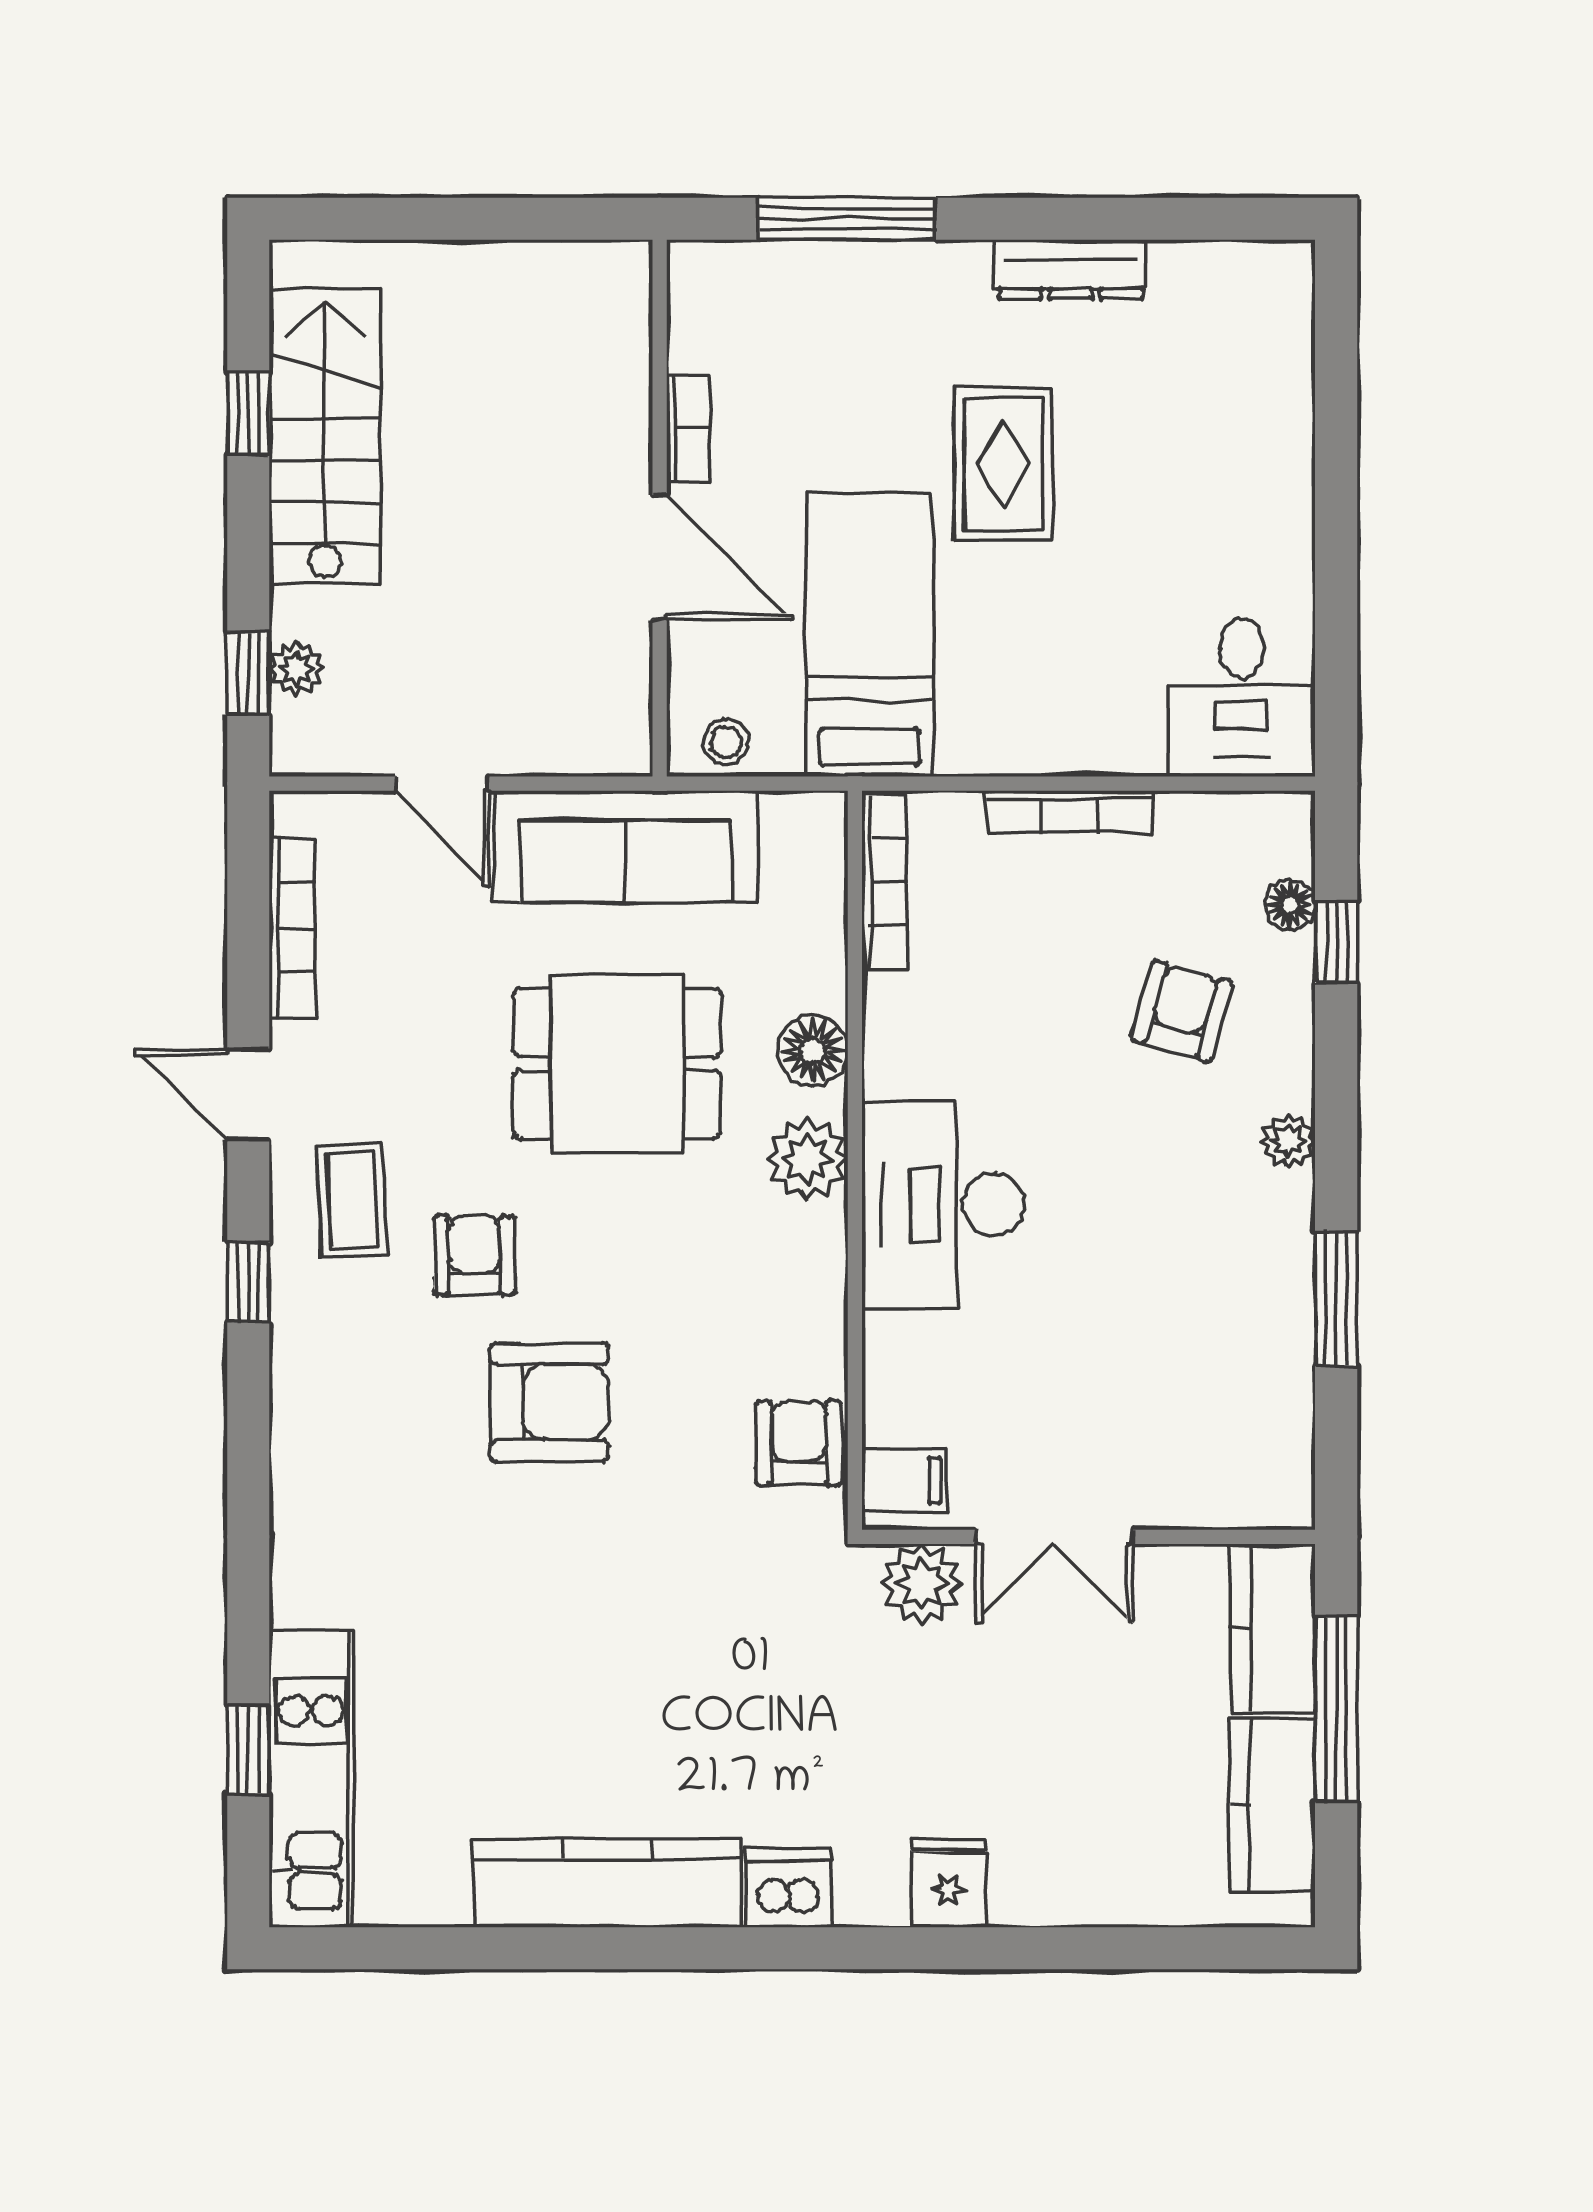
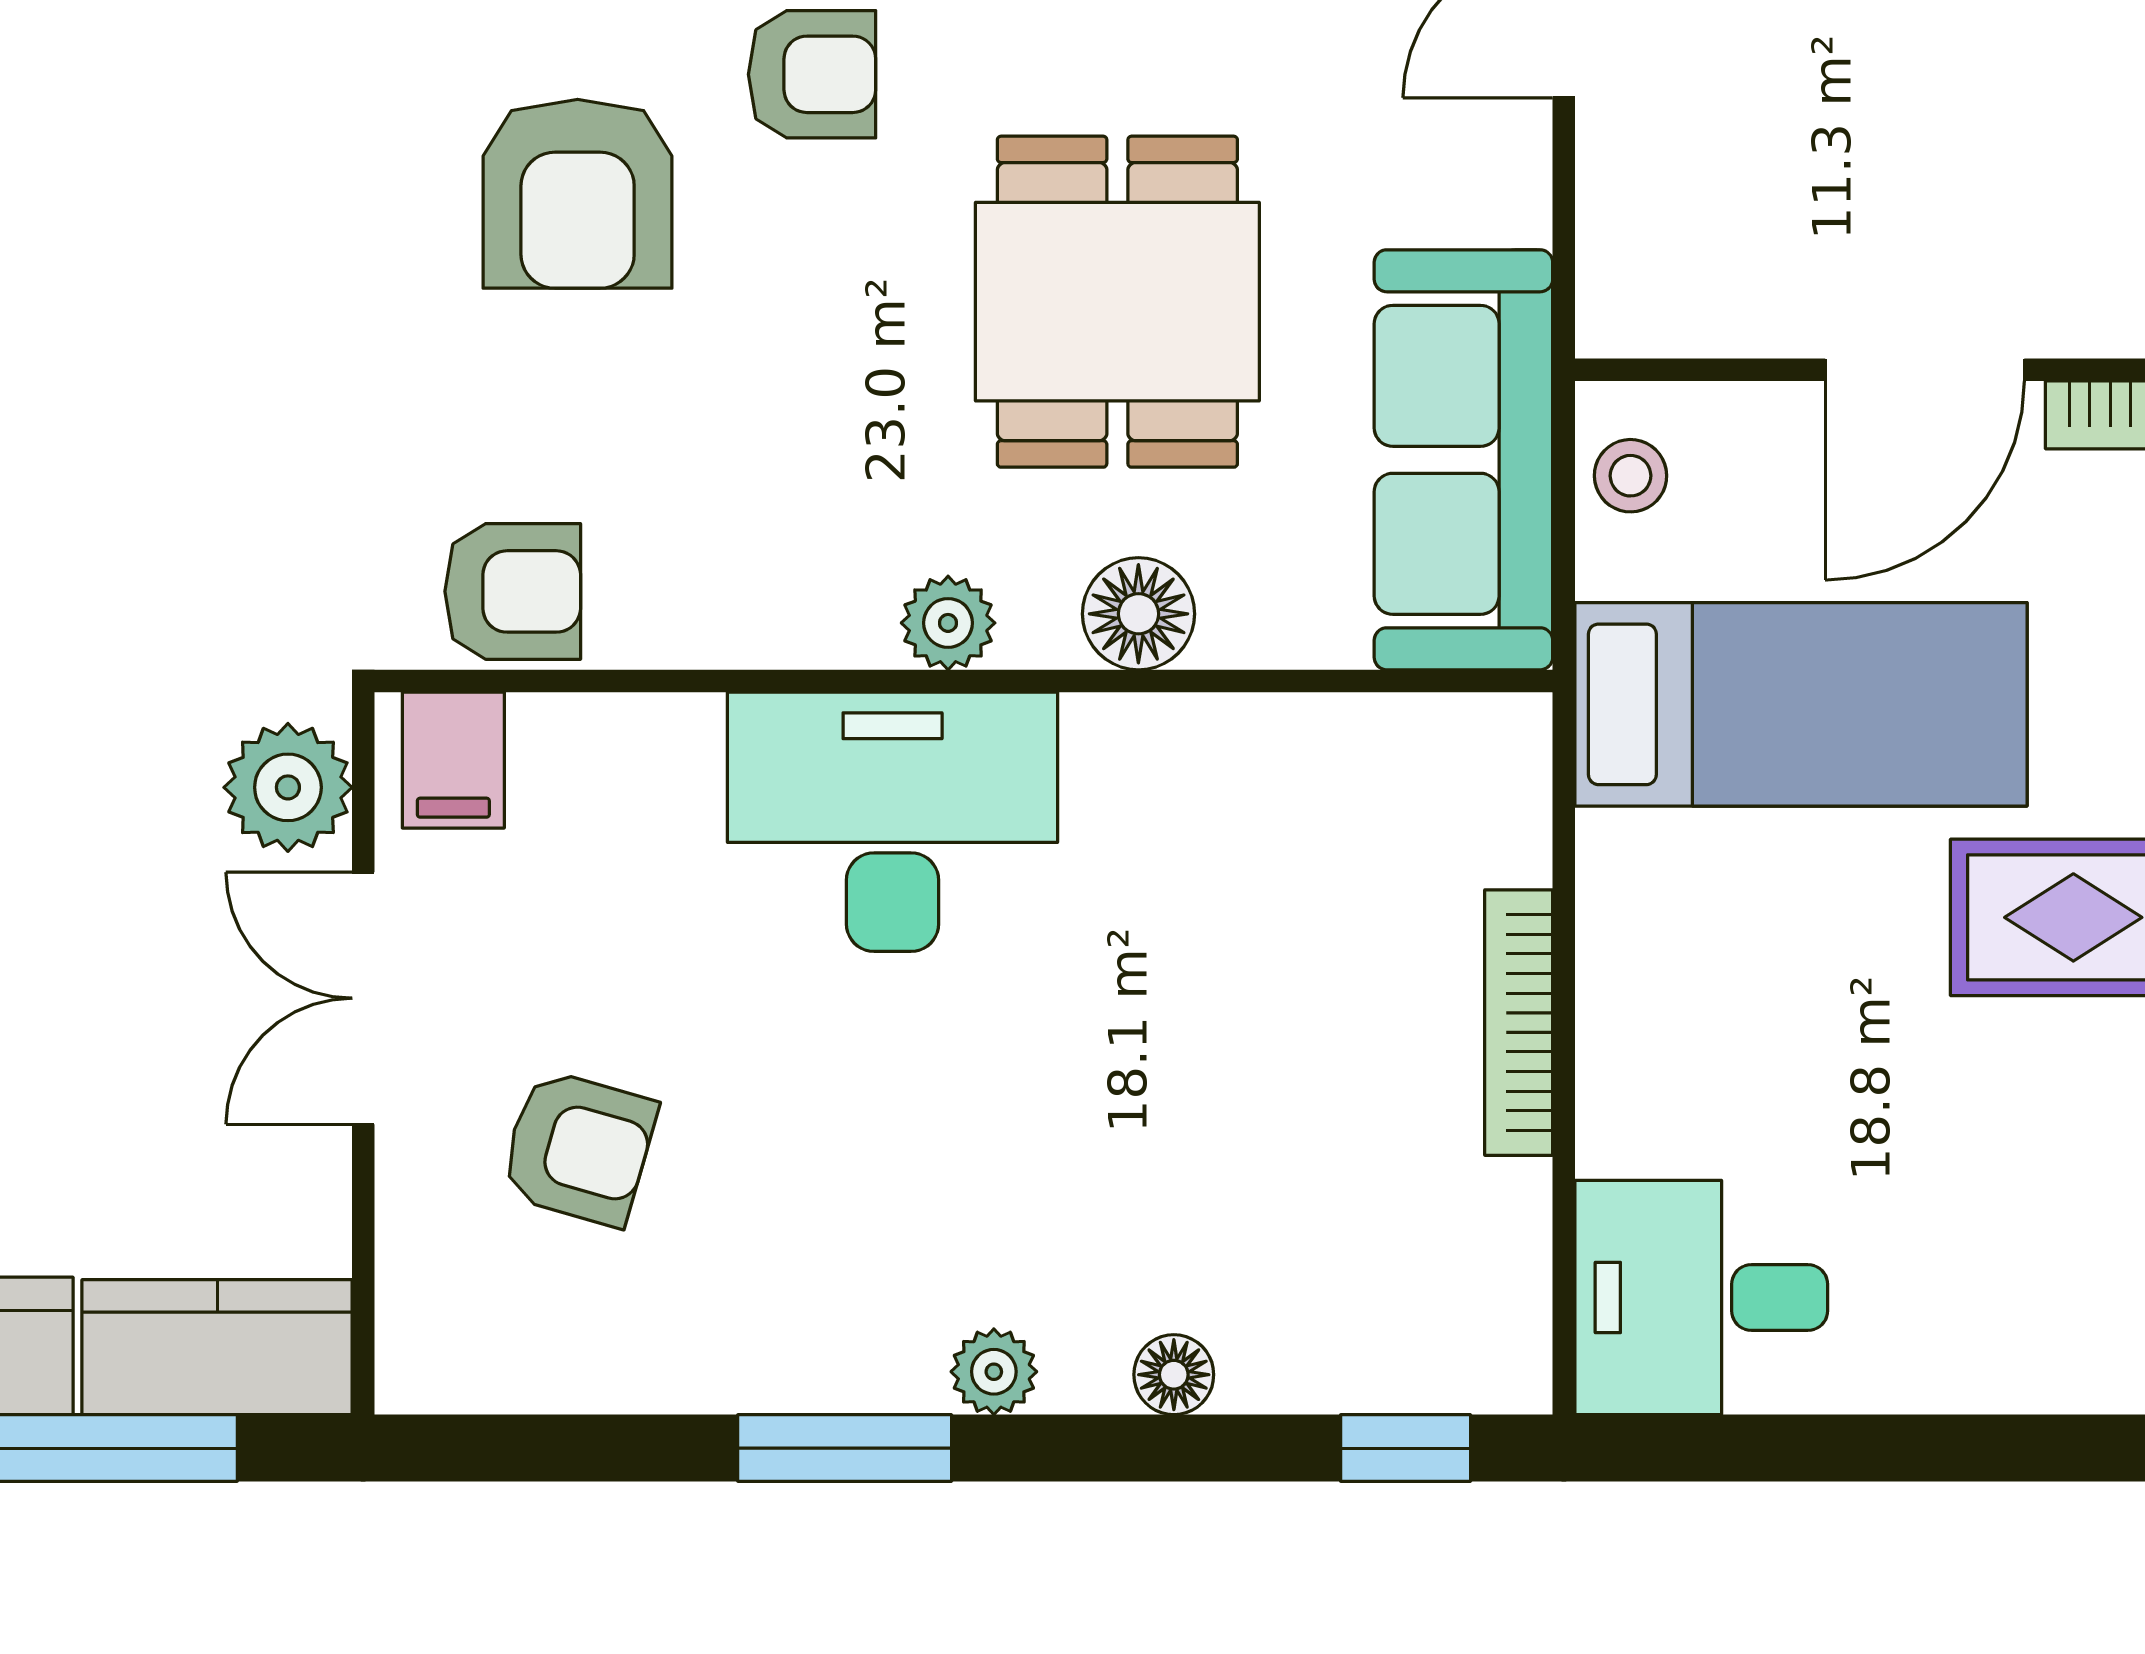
sofa: (625, 847) -> (1463, 460), moved
bookcase: (884, 882) -> (1407, 728), removed
floor lamp: (1290, 905) -> (1174, 1375), moved
window: (1336, 942) -> (1406, 1448), moved
armchair: (1182, 1011) -> (578, 1148), moved
plant: (808, 1159) -> (948, 623), width x0.73, depth x0.73
window: (1336, 1299) -> (845, 1448), moved

